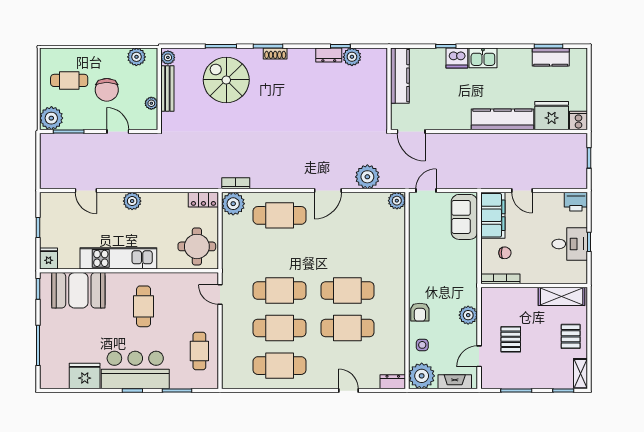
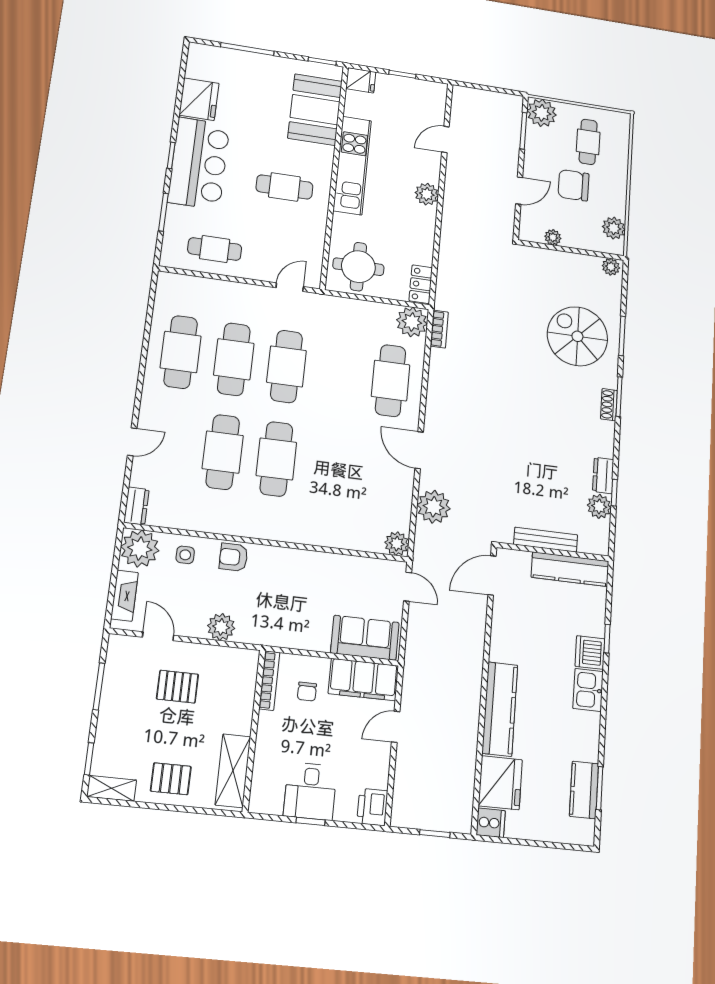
spiral stairs: (226, 80) -> (577, 336), turned -90
bench: (167, 89) -> (546, 540), moved

